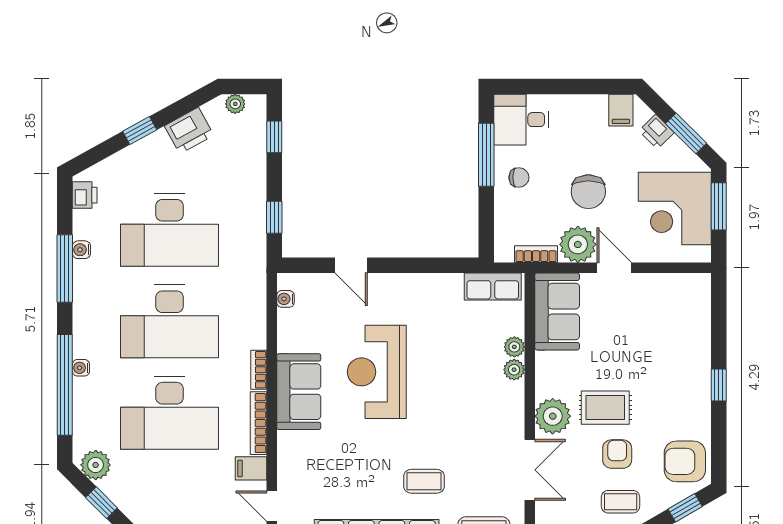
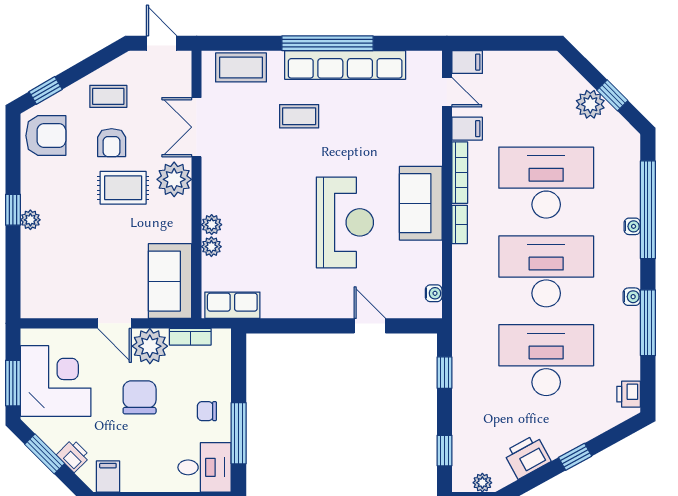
water cooler: (81, 250) -> (632, 297), moved
plant: (701, 375) -> (30, 220), added
plant: (96, 465) -> (590, 104), moved

